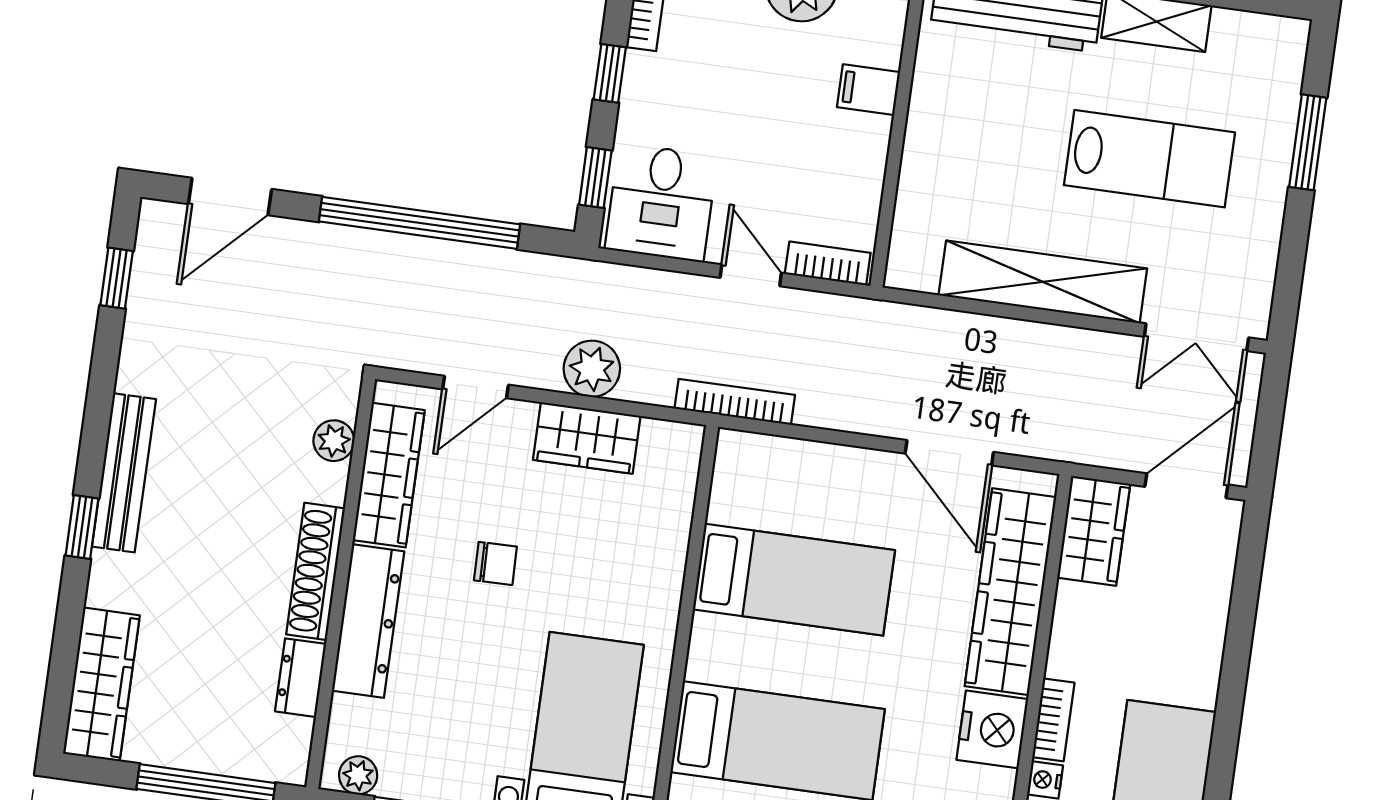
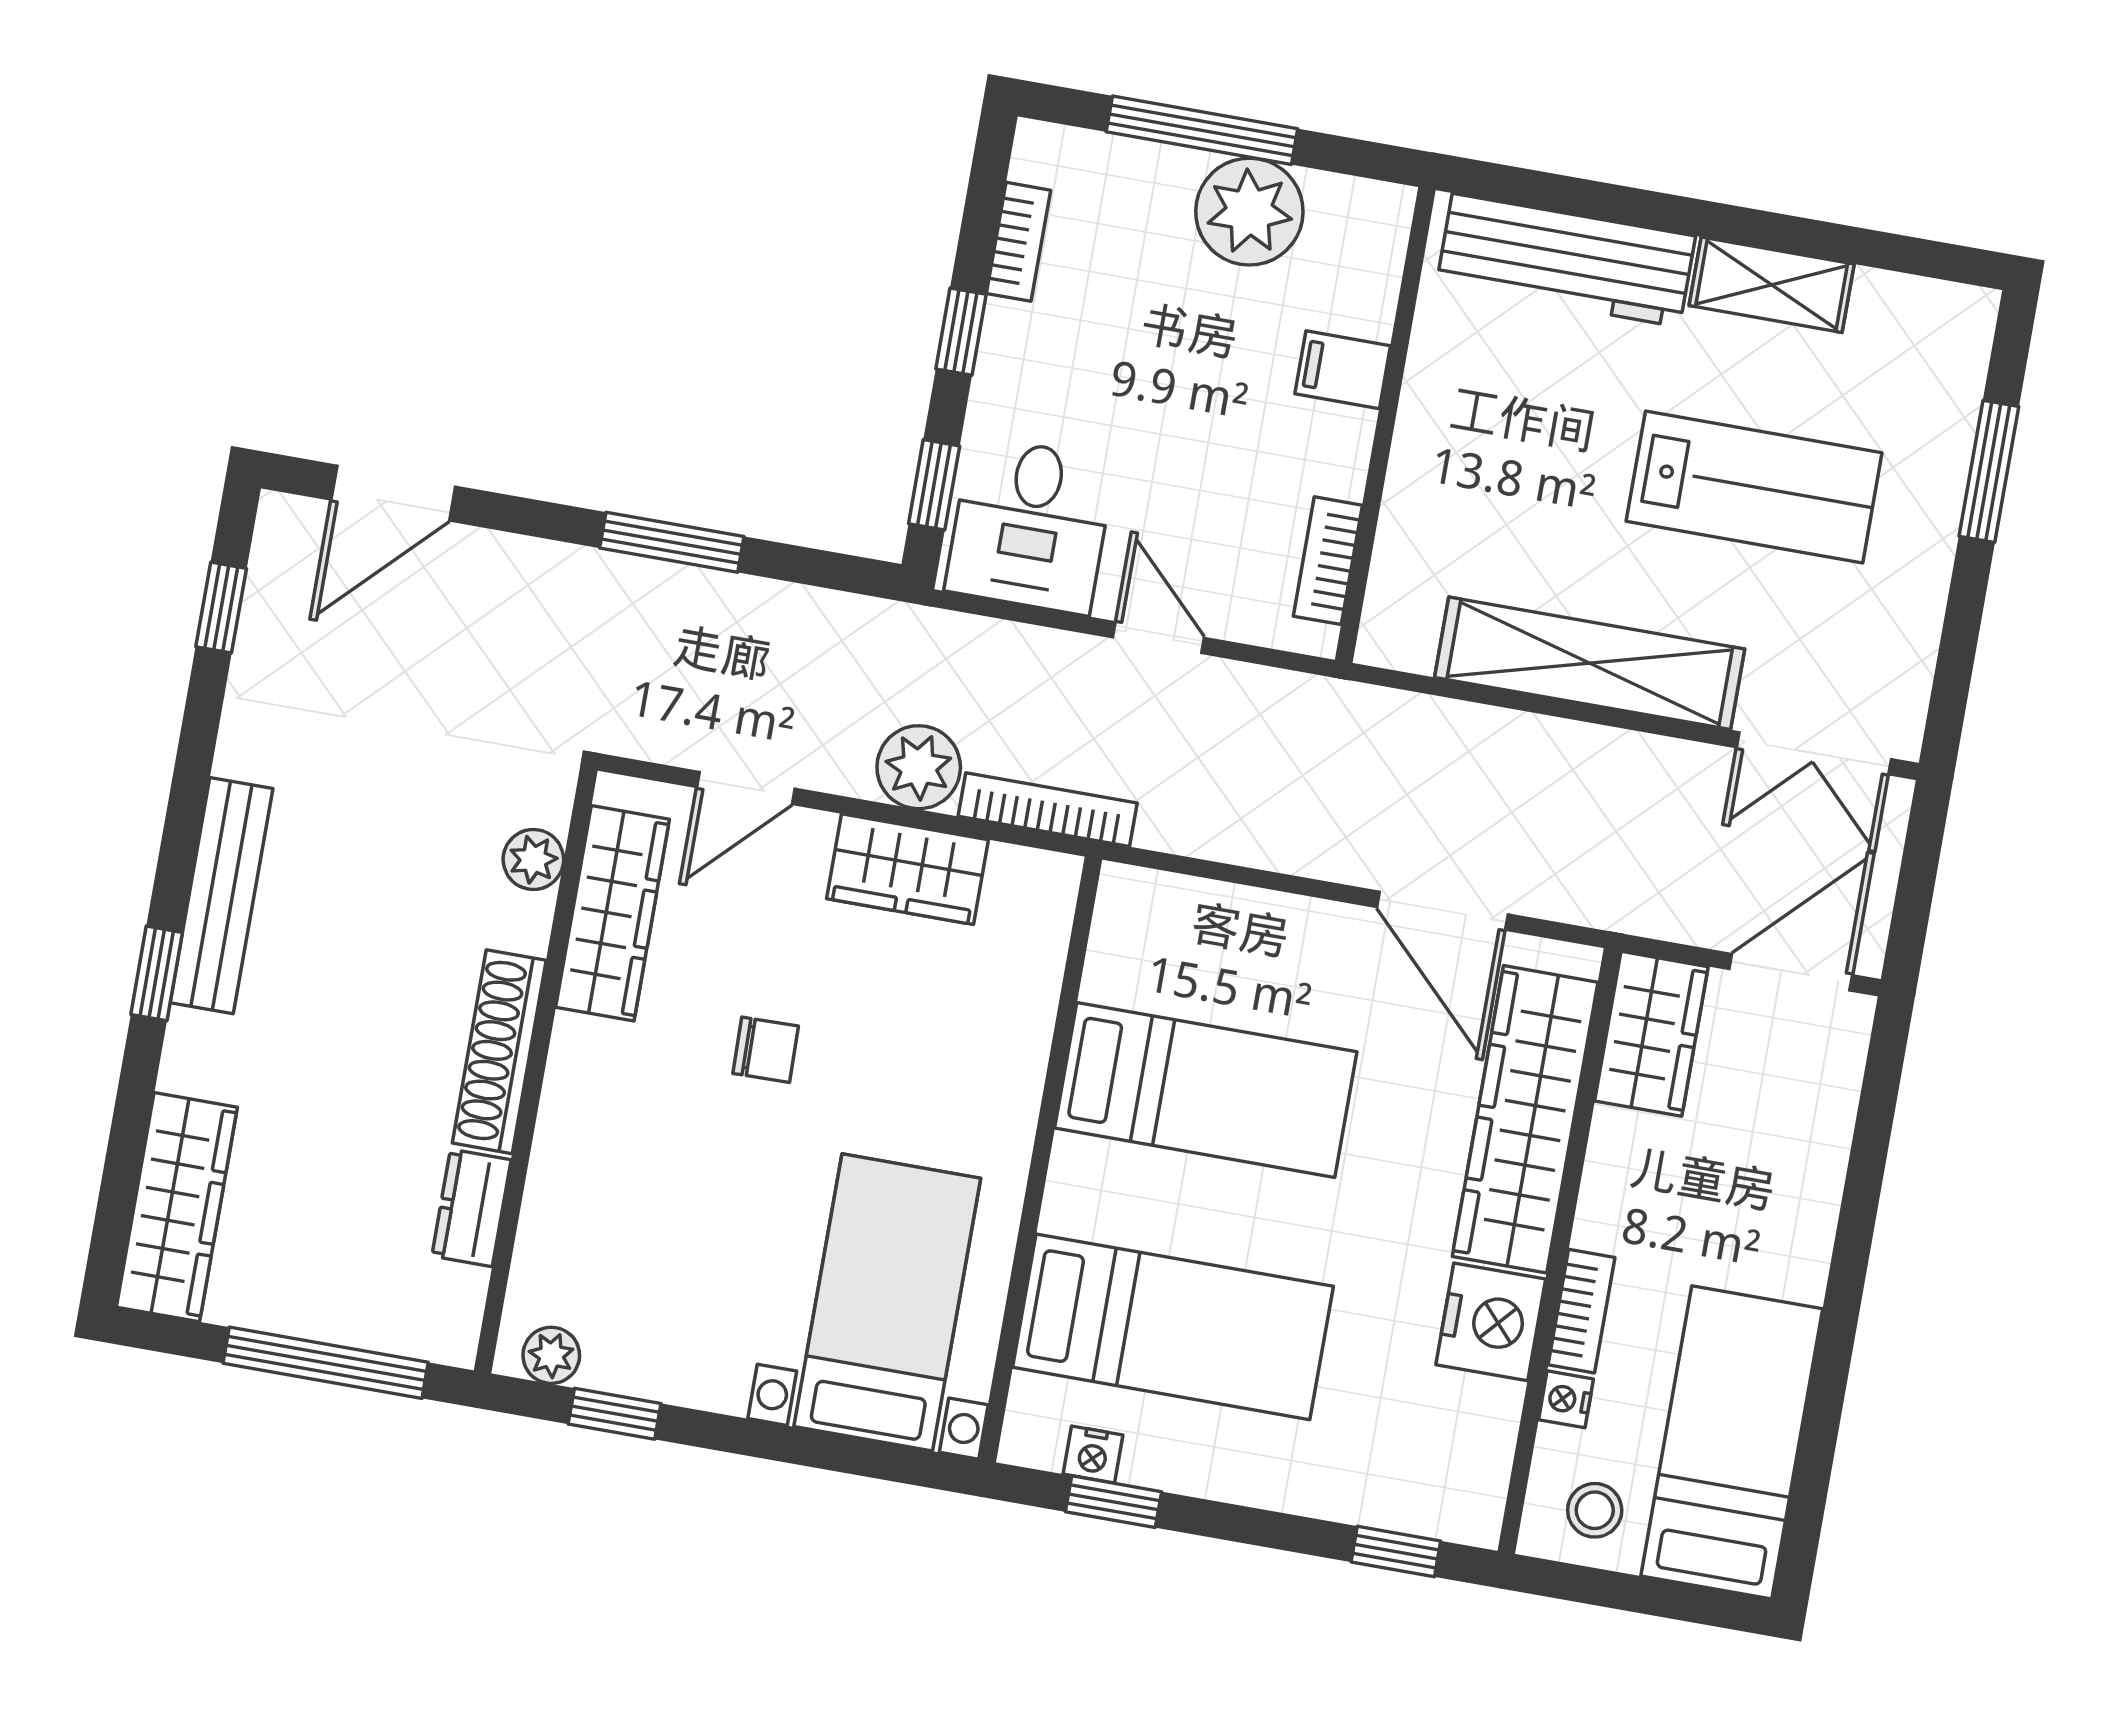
window: (419, 223) -> (672, 542), width x0.47
bookcase: (828, 263) -> (1328, 561), moved, turned -90
bookcase: (735, 402) -> (1048, 810), moved
dresser: (368, 621) -> (574, 1128), removed

